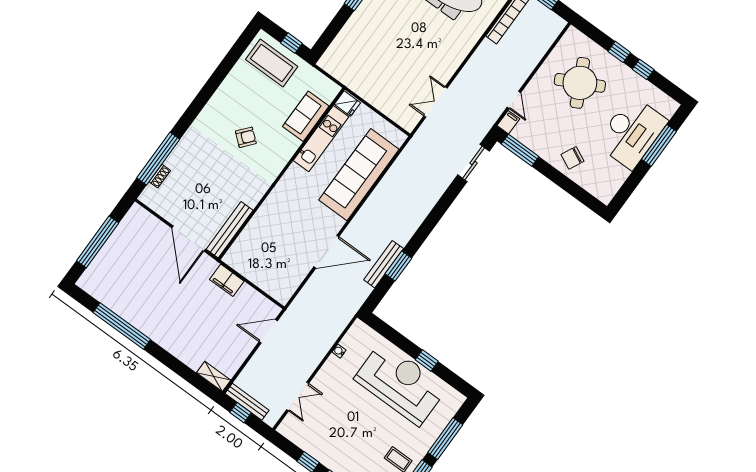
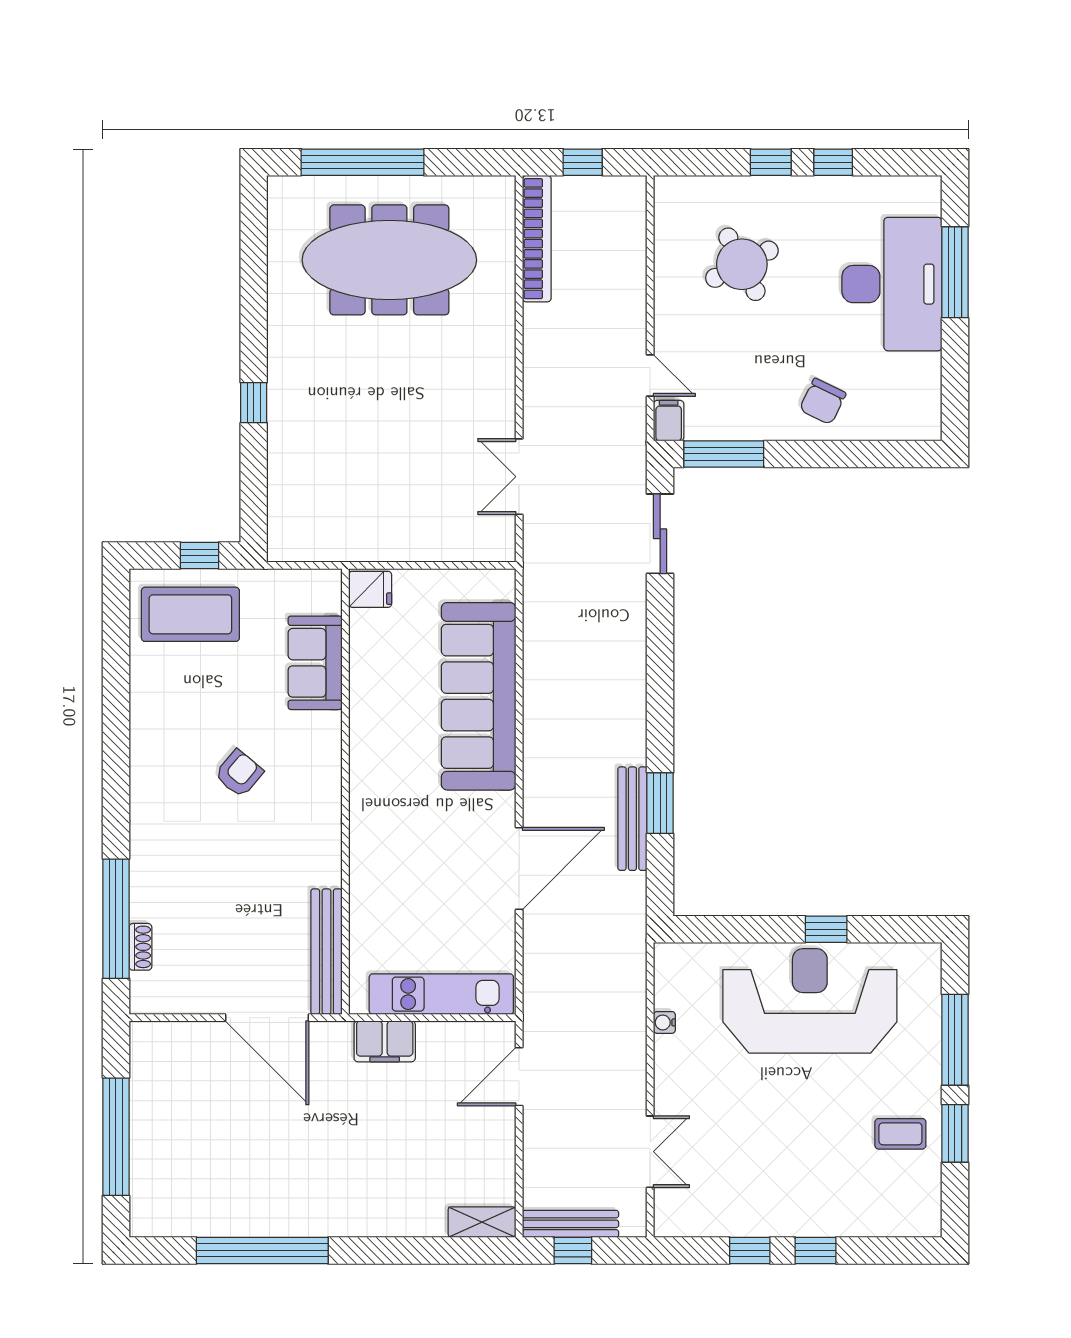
round table: (580, 83) -> (742, 264), width x0.73, depth x0.73
kitchen unit: (321, 139) -> (441, 994), moved, turned -90

